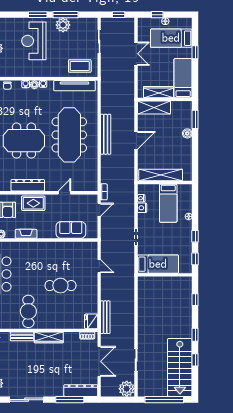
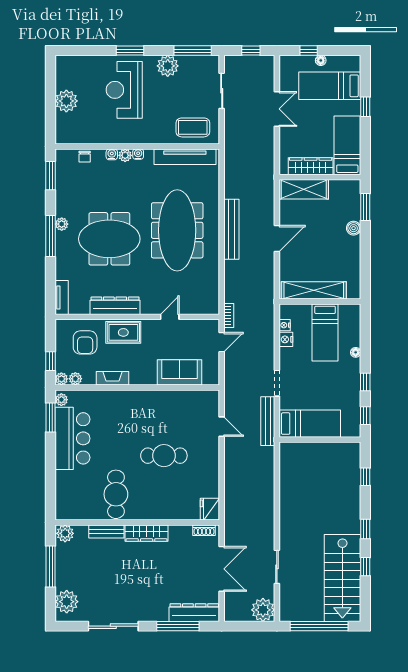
window: (65, 15) -> (193, 51), moved
bench: (105, 317) -> (268, 421), moved

